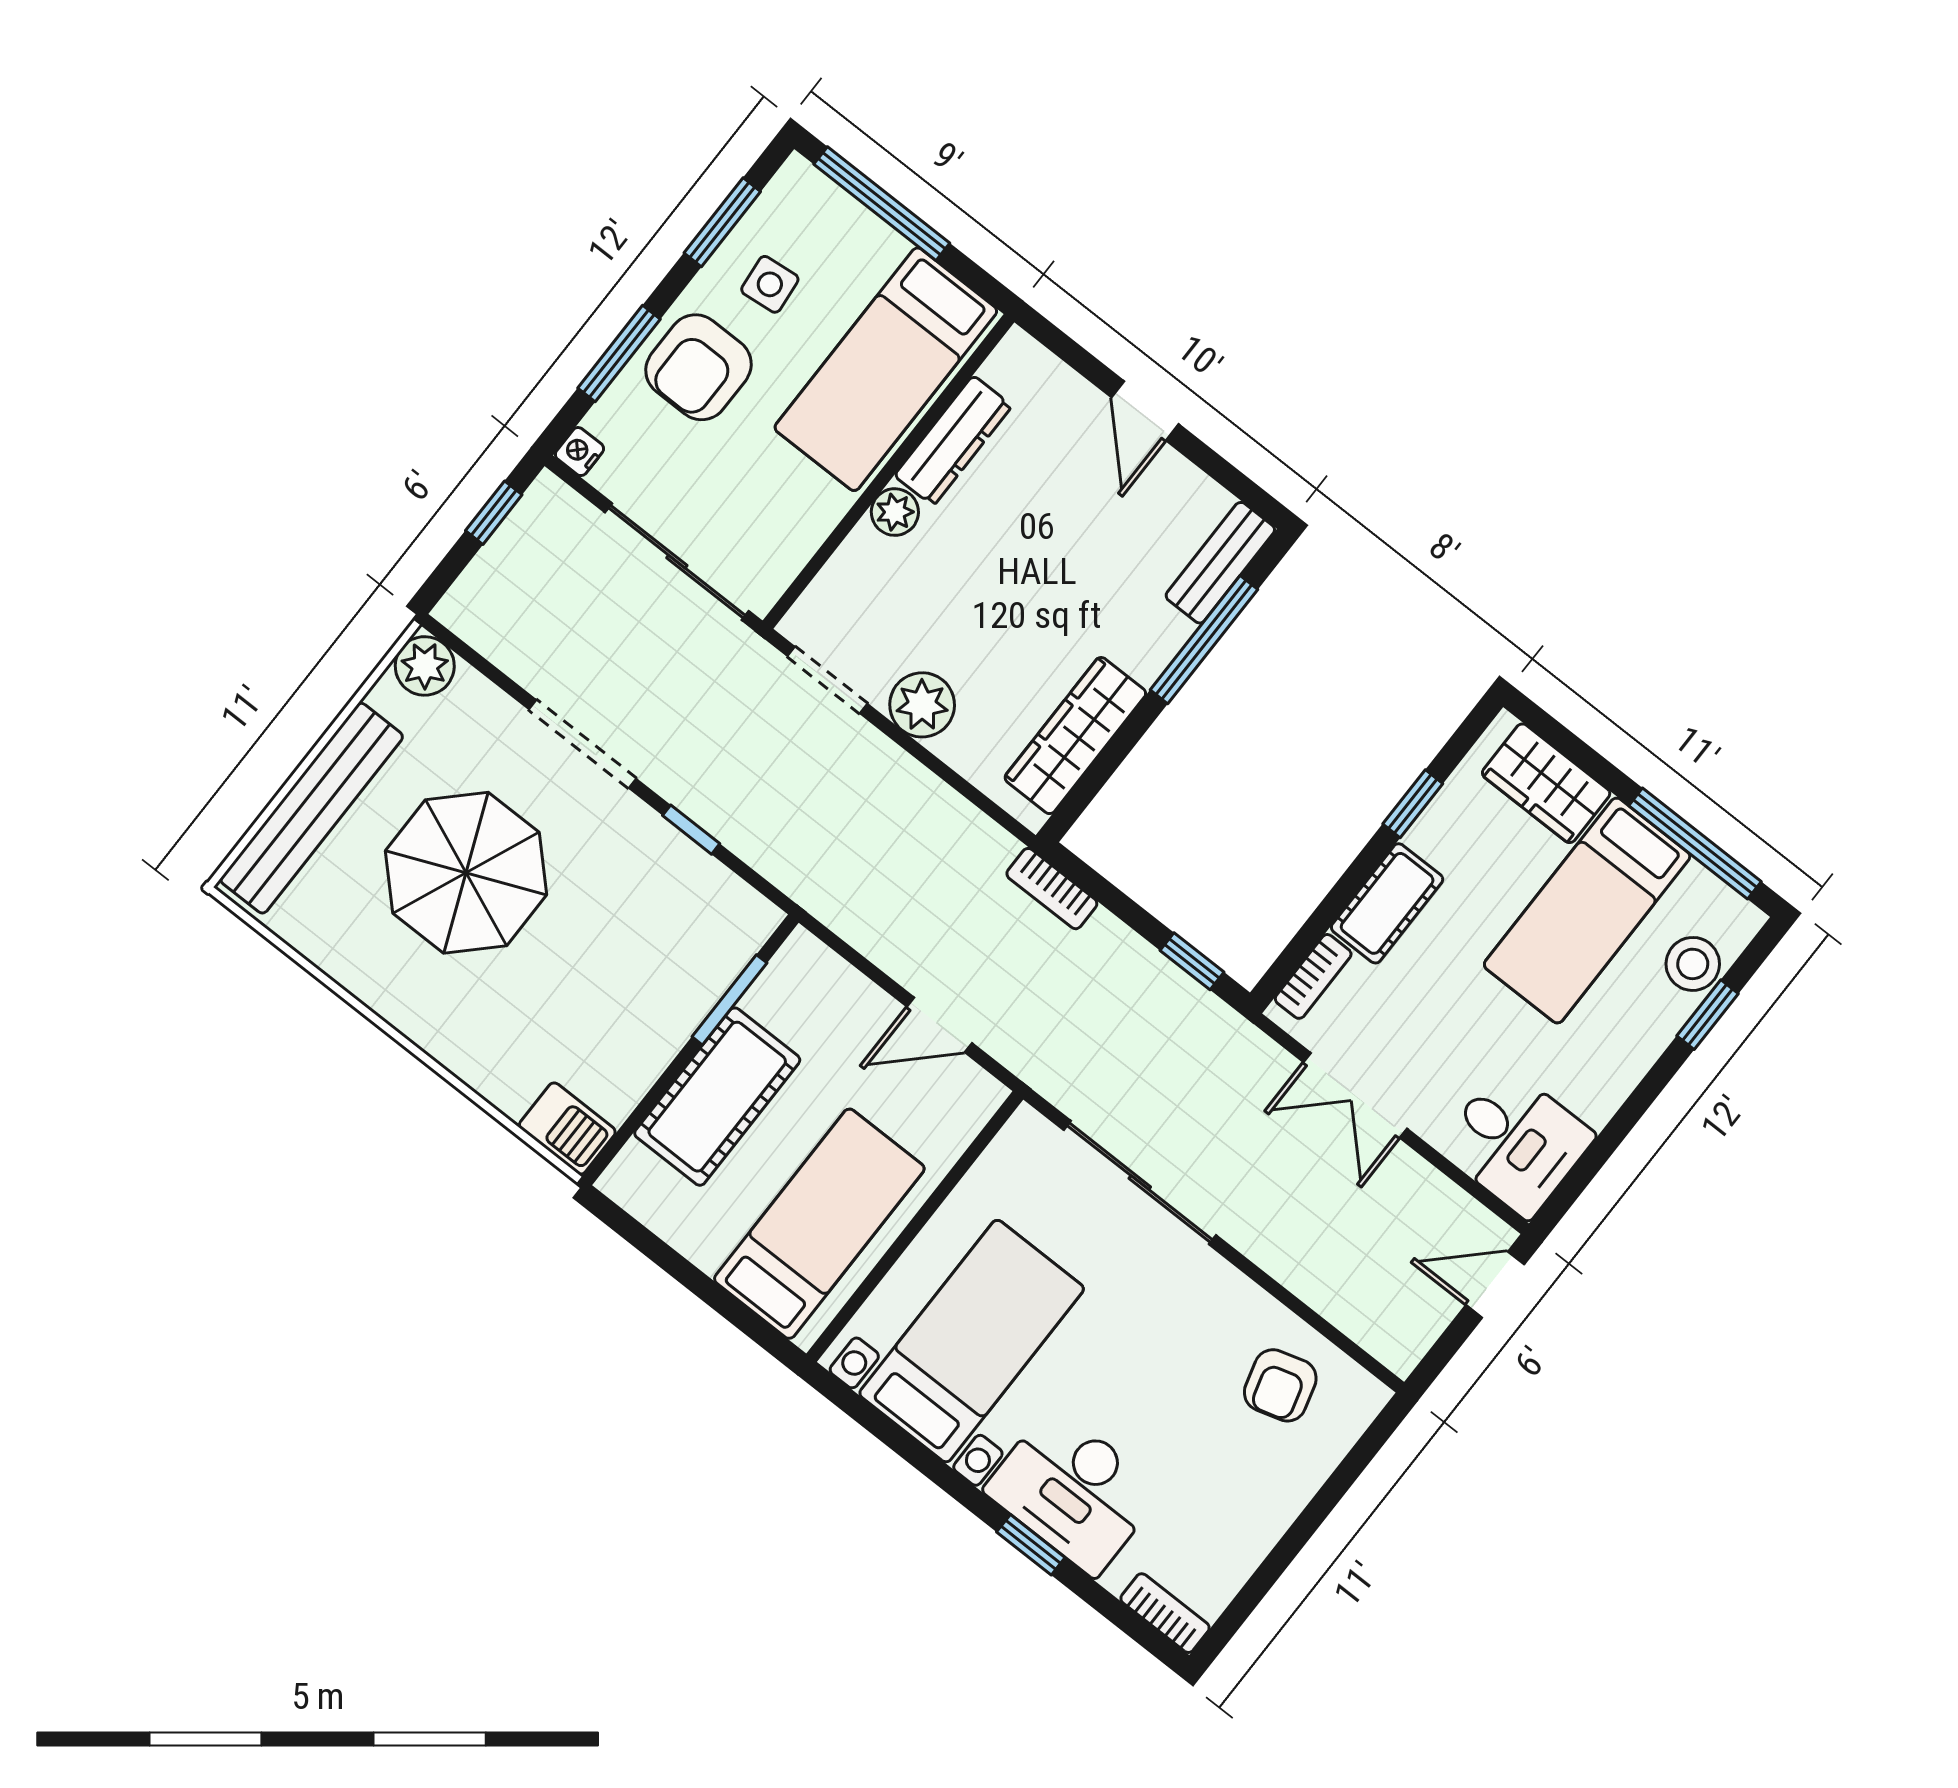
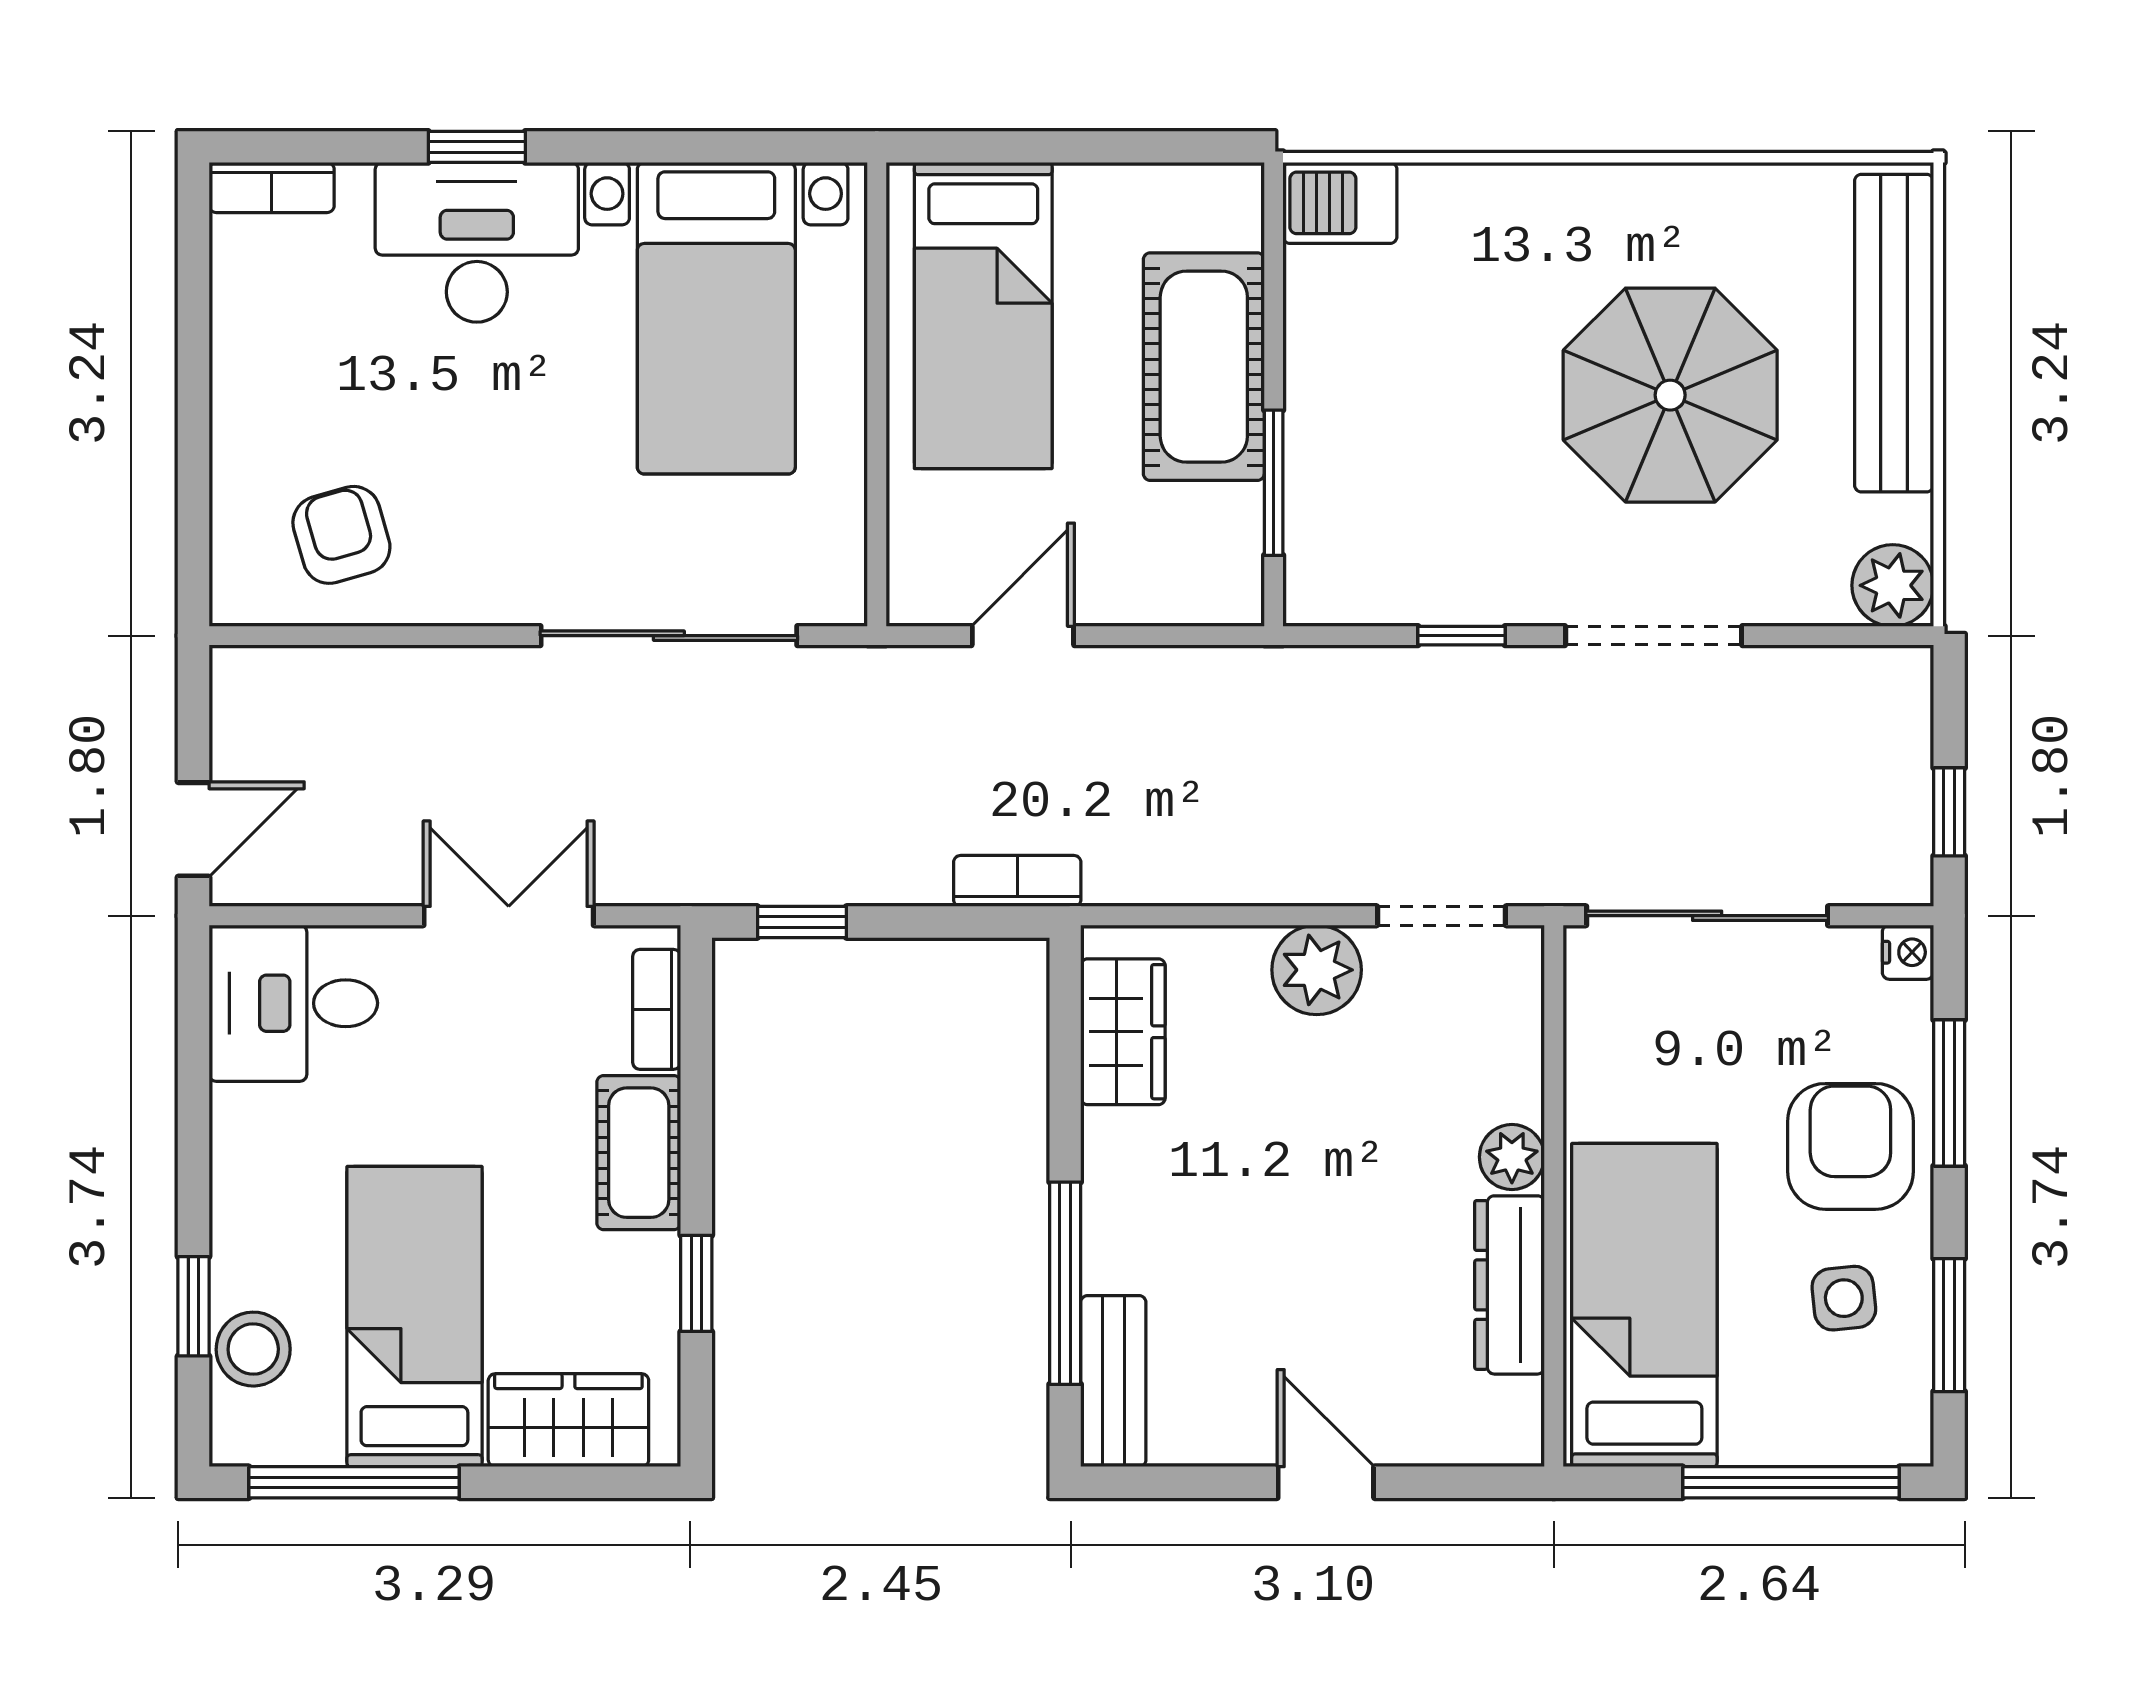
wardrobe: (1075, 736) -> (1123, 1032), width x0.67

